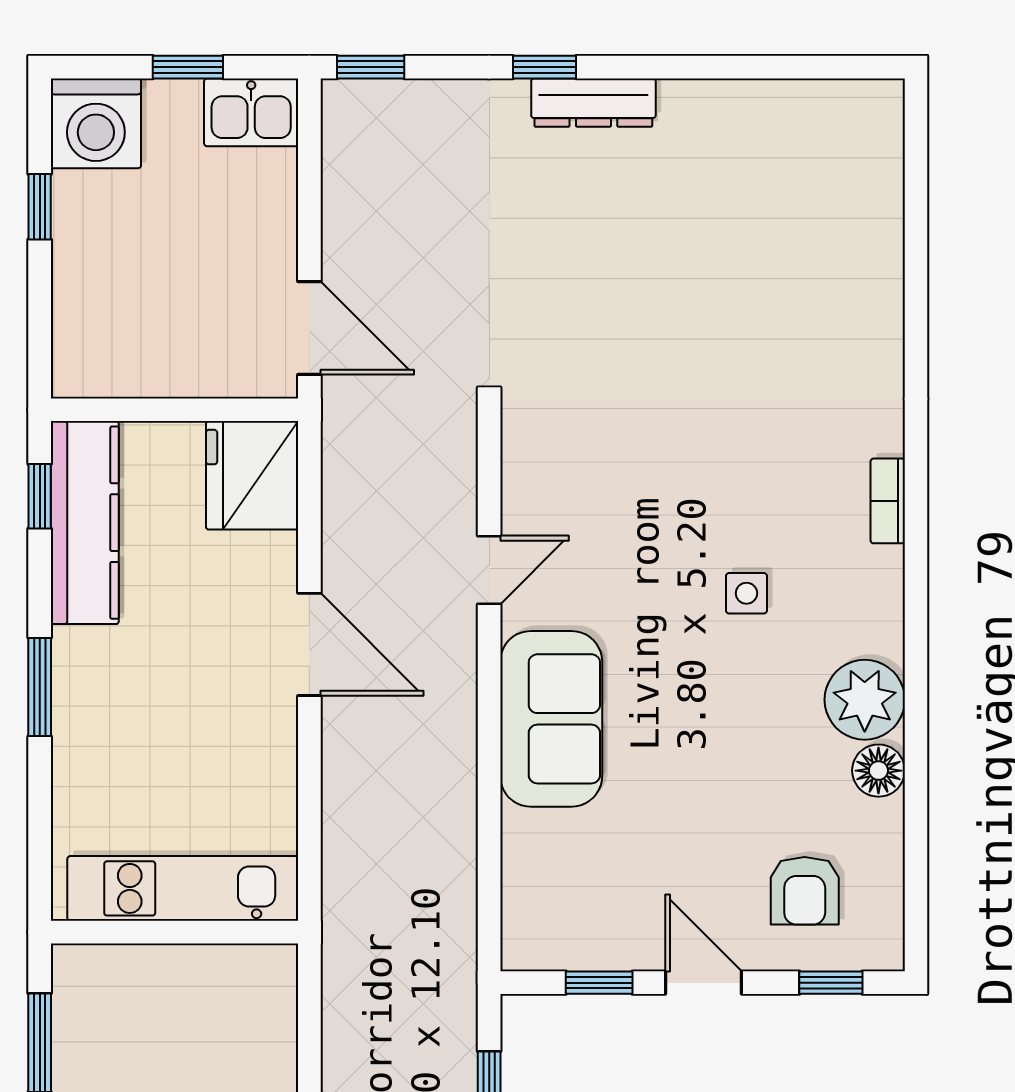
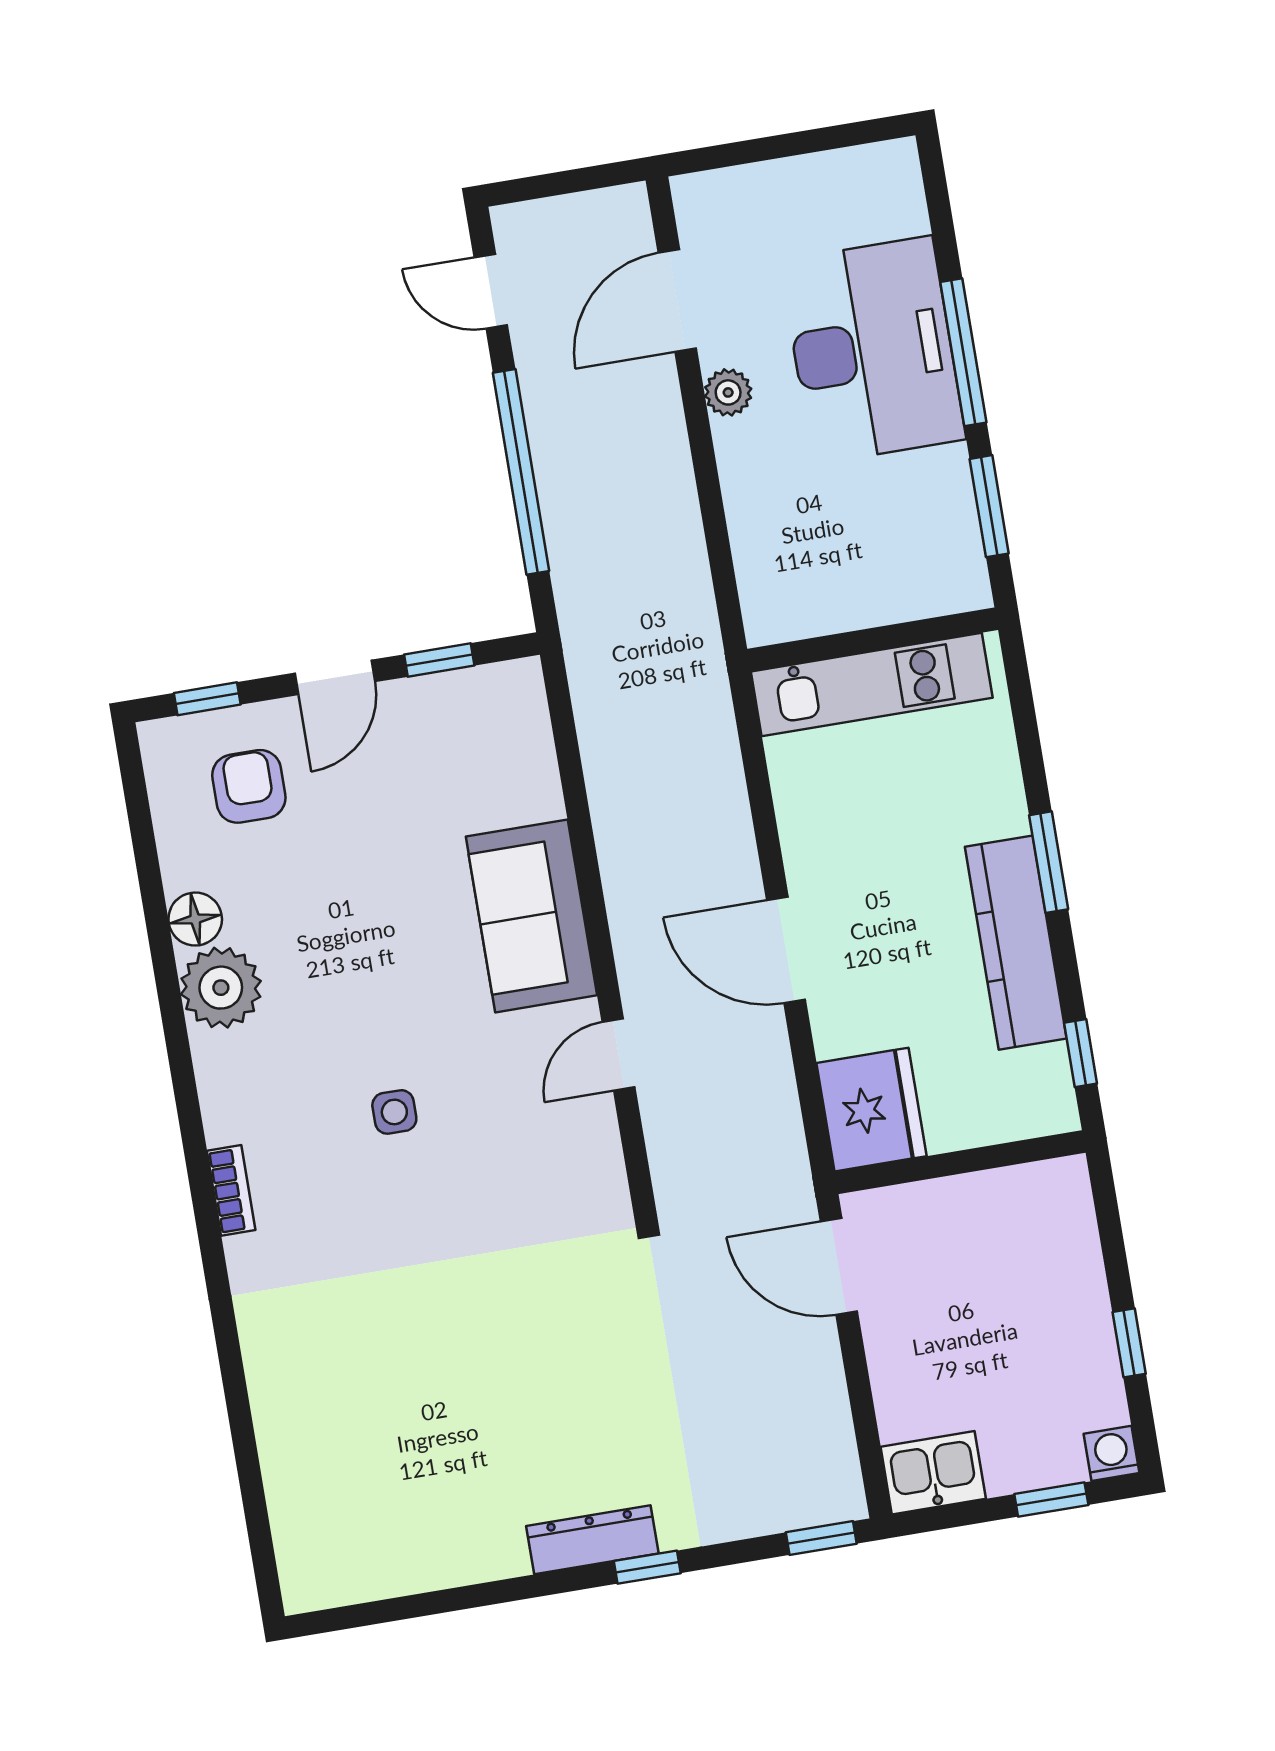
window: (188, 67) -> (1051, 1500), moved
washing machine: (96, 123) -> (1111, 1453), width x0.53, depth x0.53
kitchen counter: (85, 523) -> (1016, 943), moved
side table: (746, 593) -> (394, 1112), moved
door: (703, 983) -> (335, 677), hinge flipped

